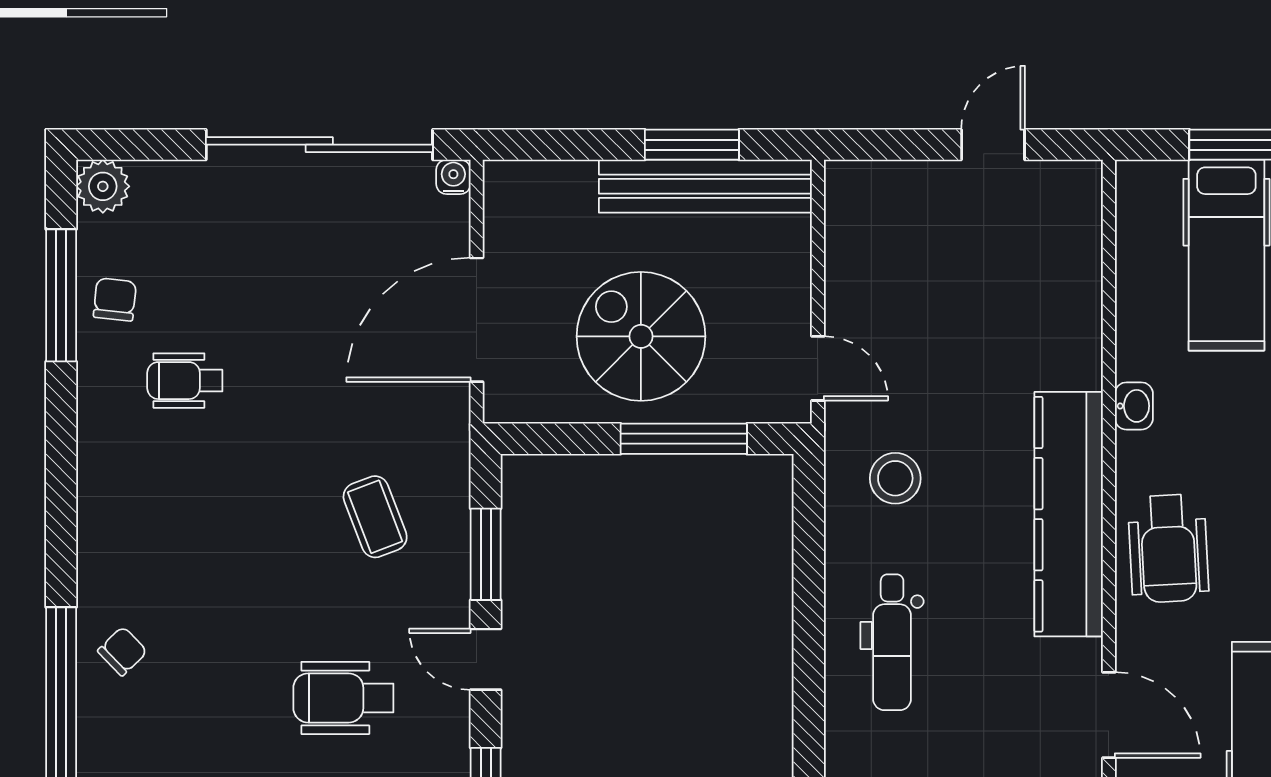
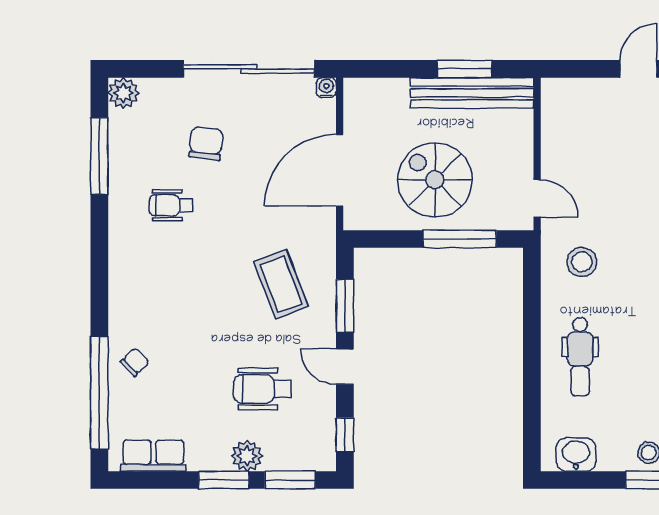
chair: (115, 299) -> (206, 143), moved, width x1.37, depth x1.37
coffee table: (375, 517) -> (281, 284), width x1.36, depth x1.30

